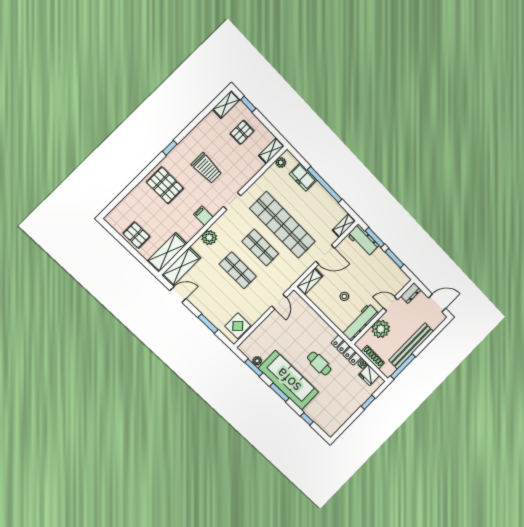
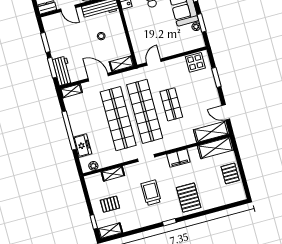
shelving: (271, 151) -> (113, 174), moved
filing cabinet: (203, 216) -> (178, 158), width x2.00
plant: (209, 238) -> (178, 141), removed
shop shelf: (260, 248) -> (145, 111), width x2.00, depth x1.36

